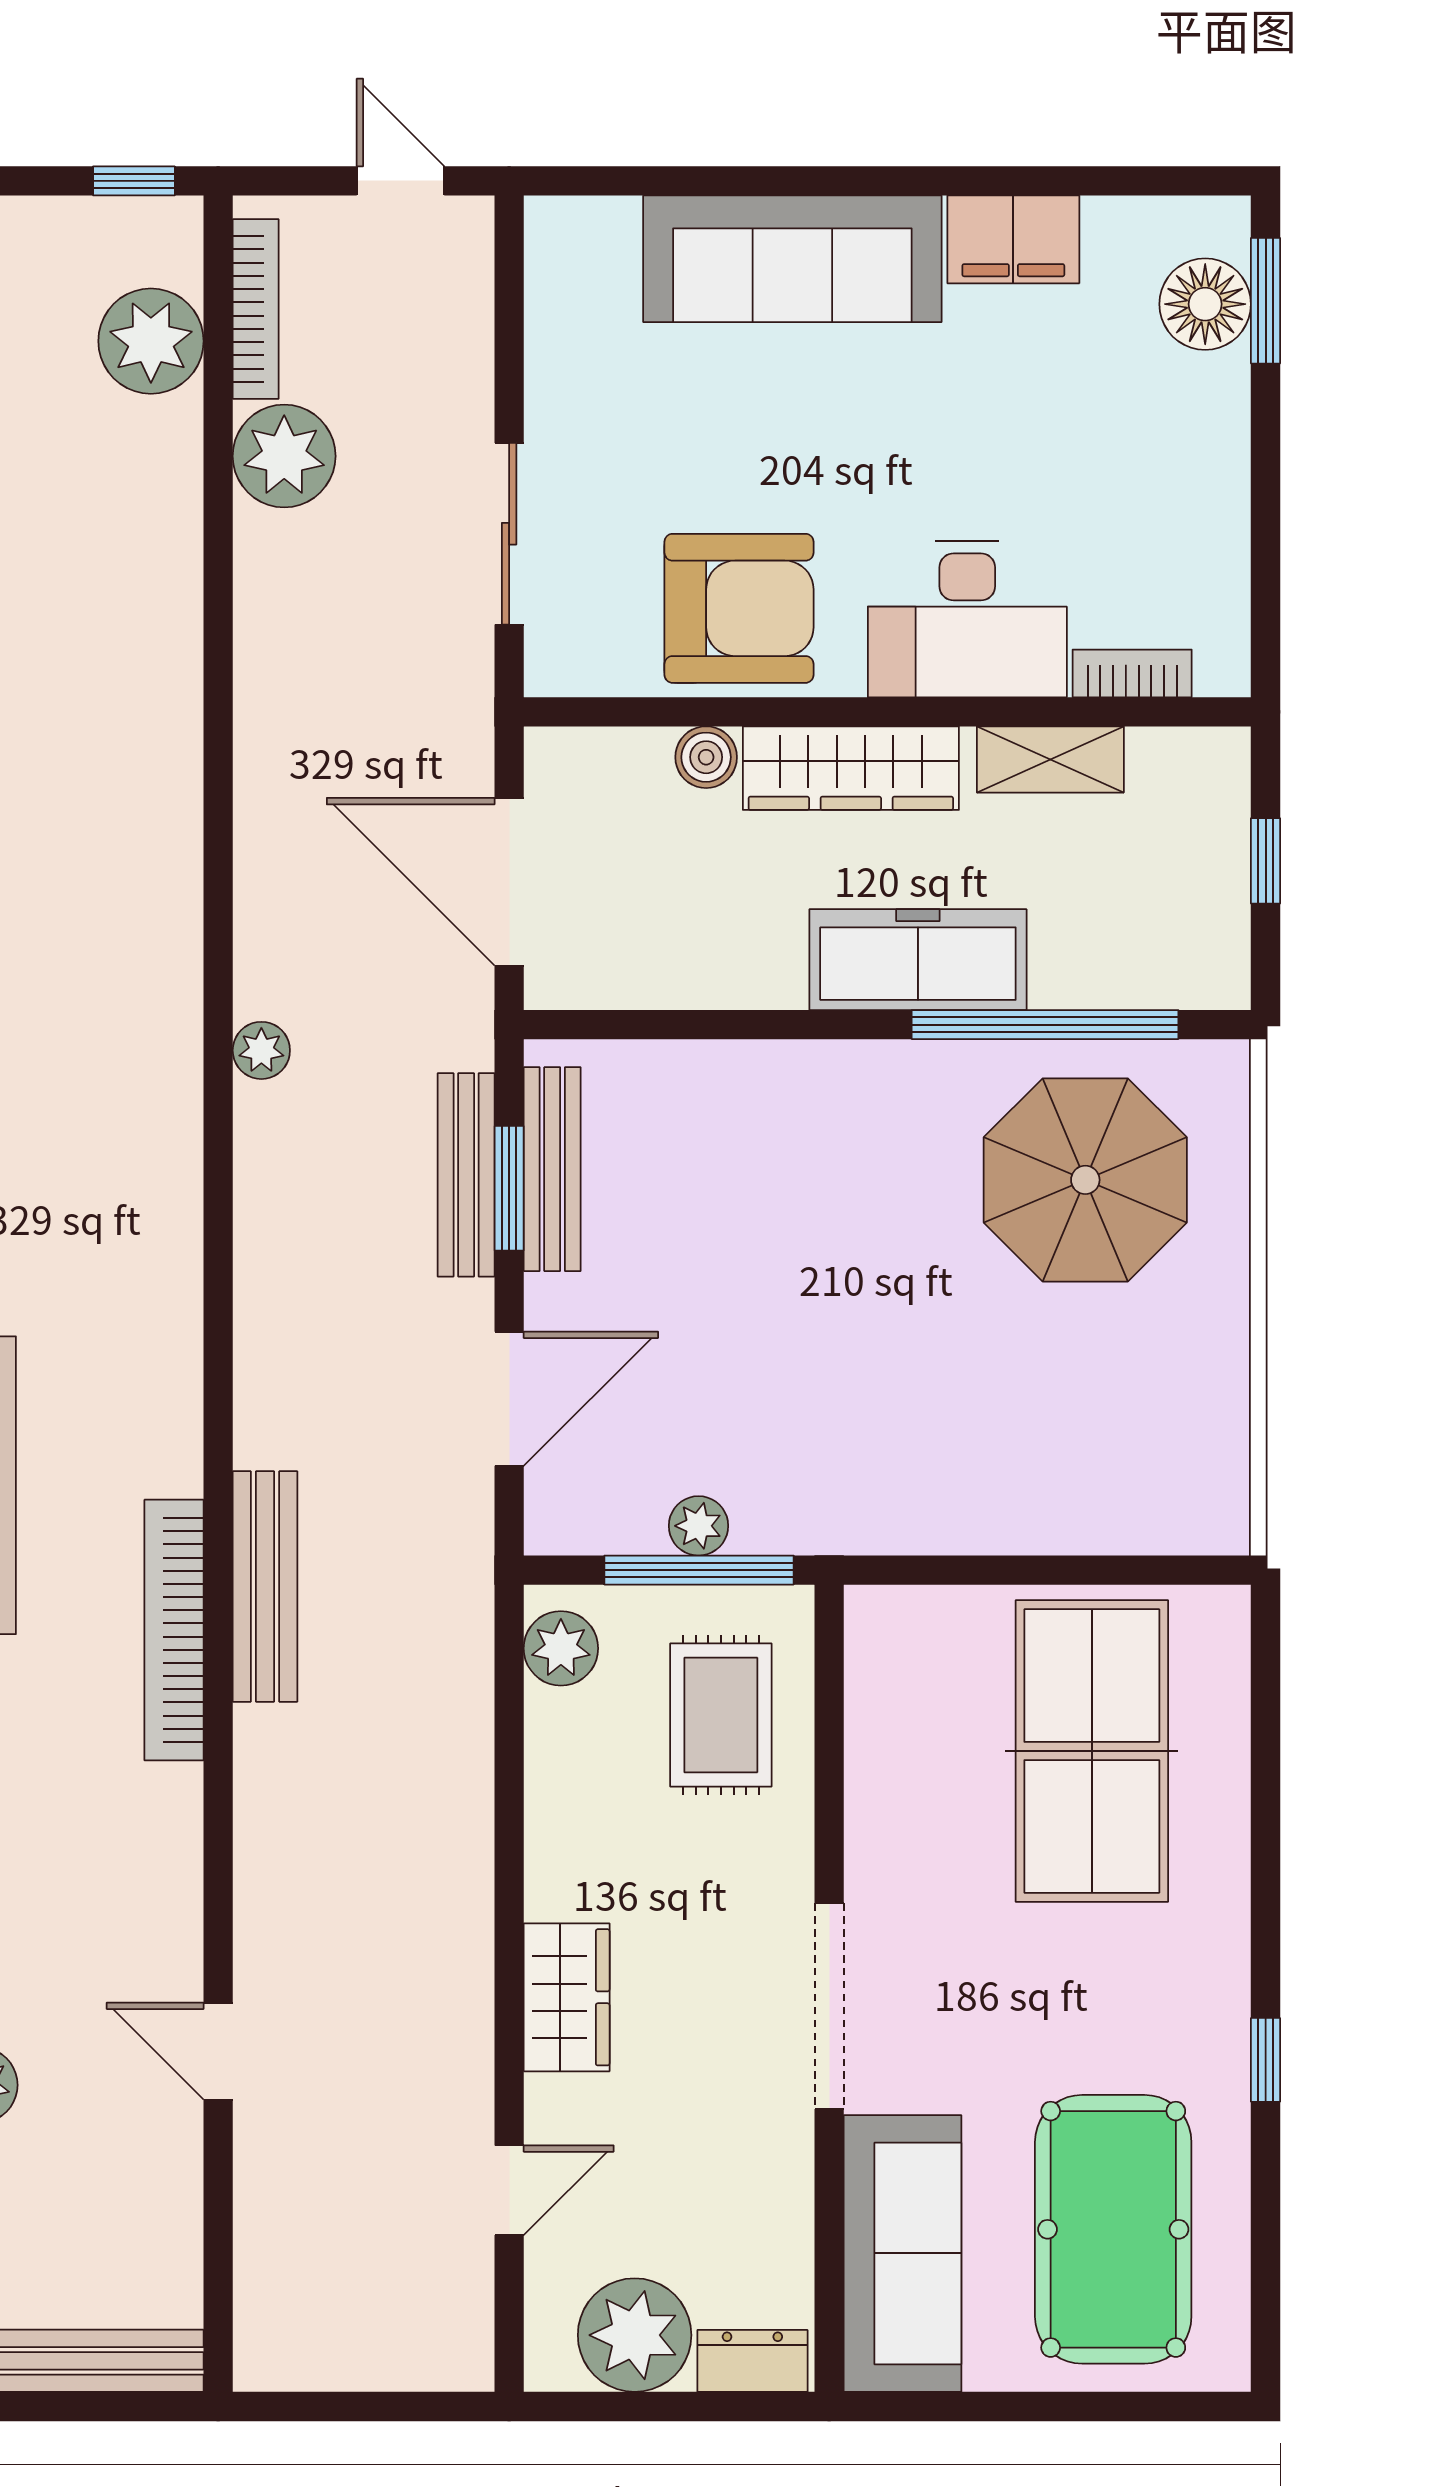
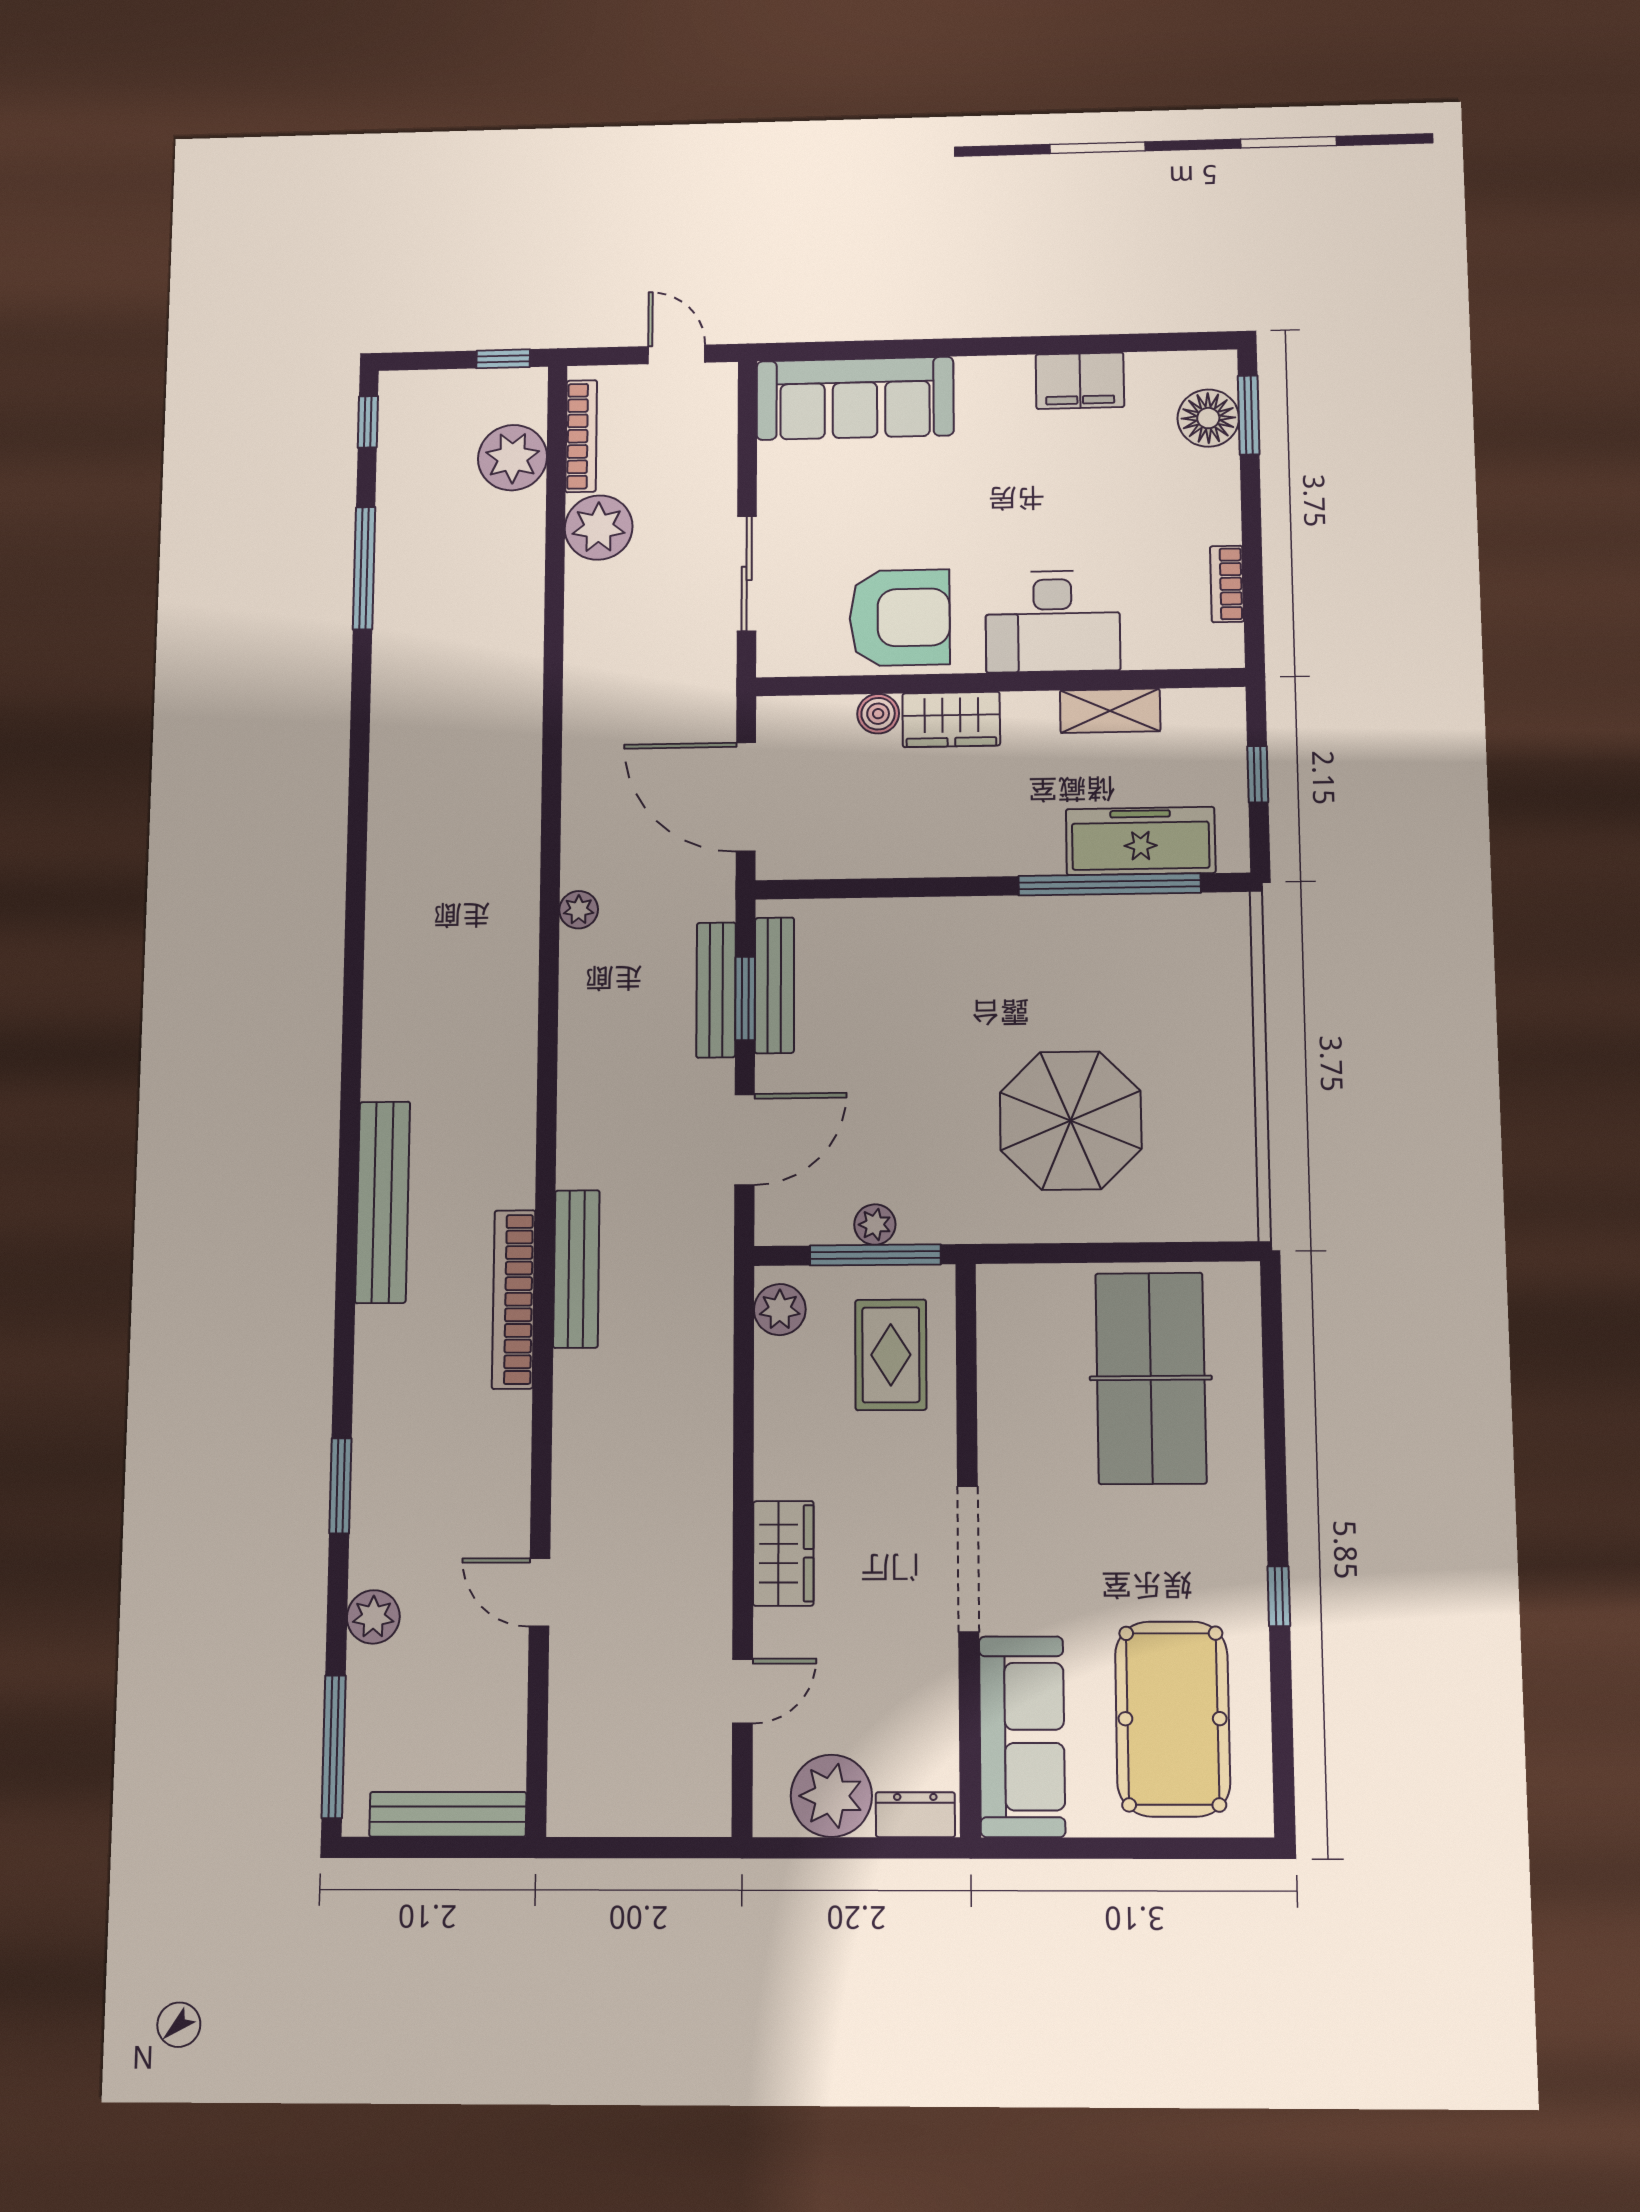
sofa: (792, 259) -> (855, 398), moved
bookcase: (1132, 673) -> (1227, 584), moved, turned -90
wardrobe: (851, 768) -> (951, 719), width x0.67
freezer: (918, 960) -> (1141, 841), moved
parasol: (1085, 1180) -> (1071, 1121), moved

